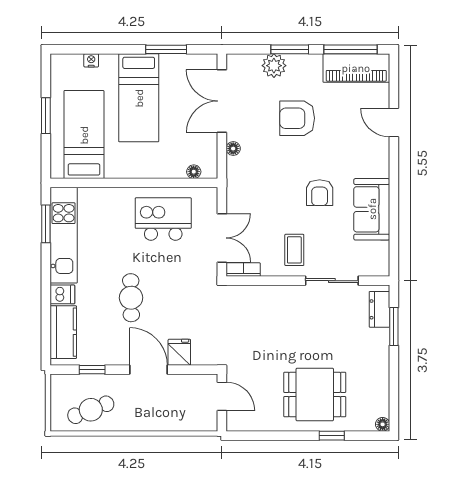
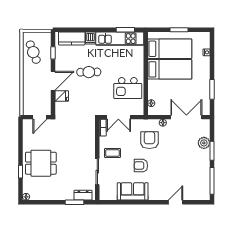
piano: (356, 68) -> (203, 184), removed
bed: (139, 98) -> (170, 69), moved, turned 180
armchair: (297, 118) -> (149, 140), moved
kitchen island: (163, 219) -> (128, 88), turned 90
dining table: (315, 394) -> (41, 163), turned 90

